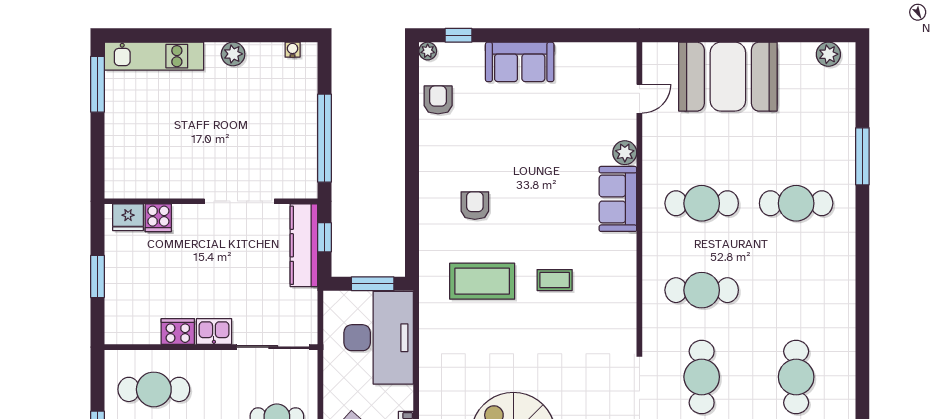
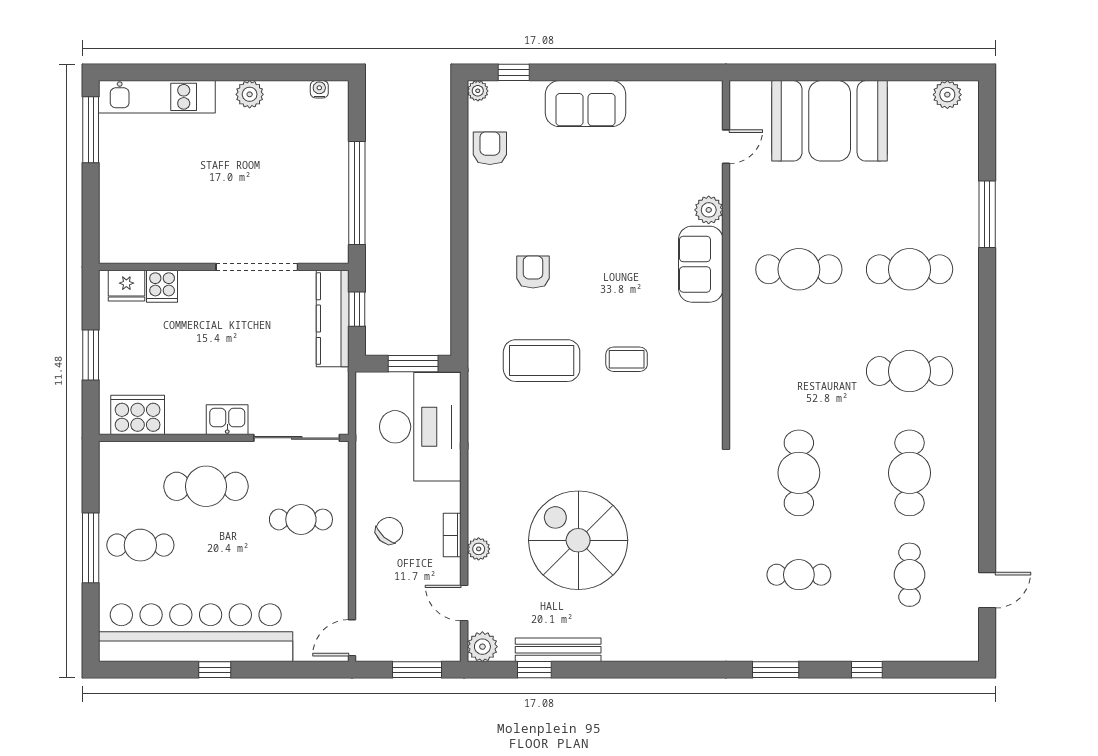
cafe table: (702, 290) -> (910, 371), moved
cooker: (178, 332) -> (138, 415), moved, width x1.37, depth x1.31
cafe table: (154, 389) -> (206, 486), moved

